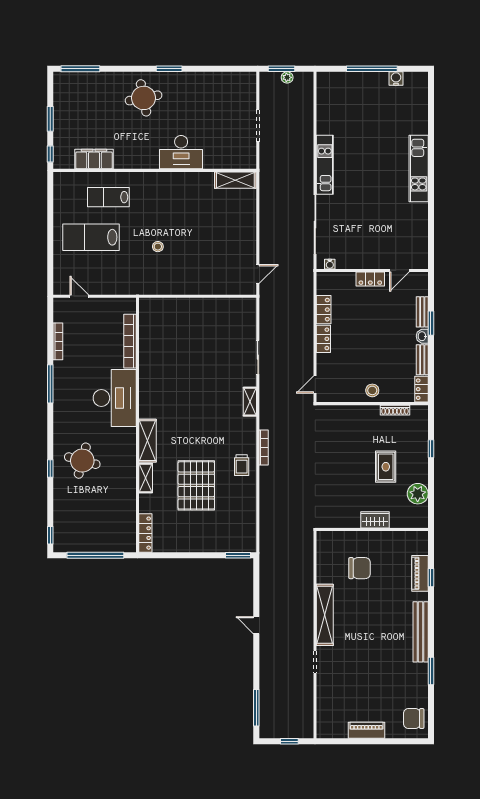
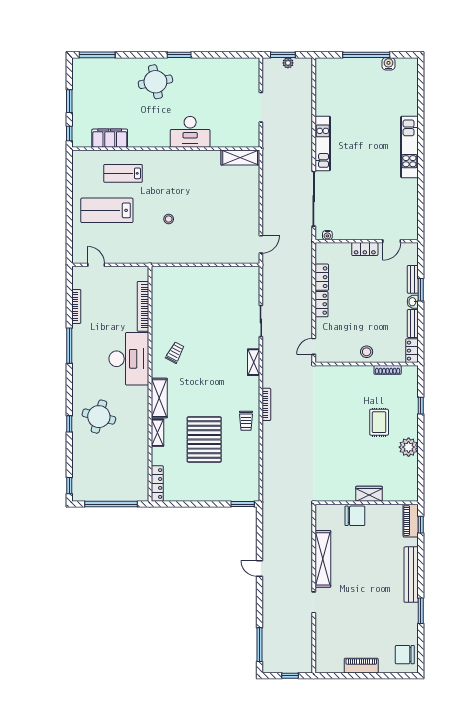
trolley: (165, 391) -> (175, 353), added
wardrobe: (375, 520) -> (369, 494), moved
wall: (372, 530) -> (367, 503), moved

